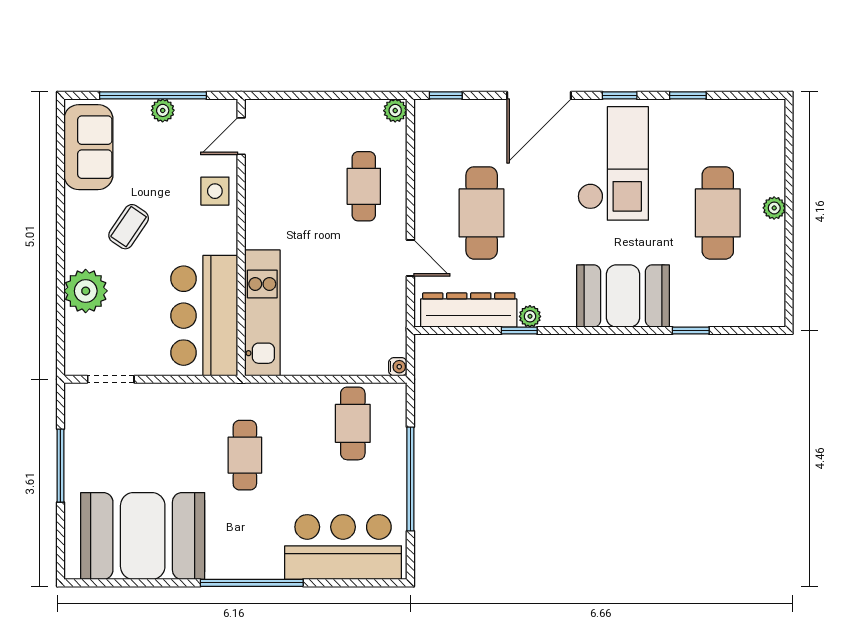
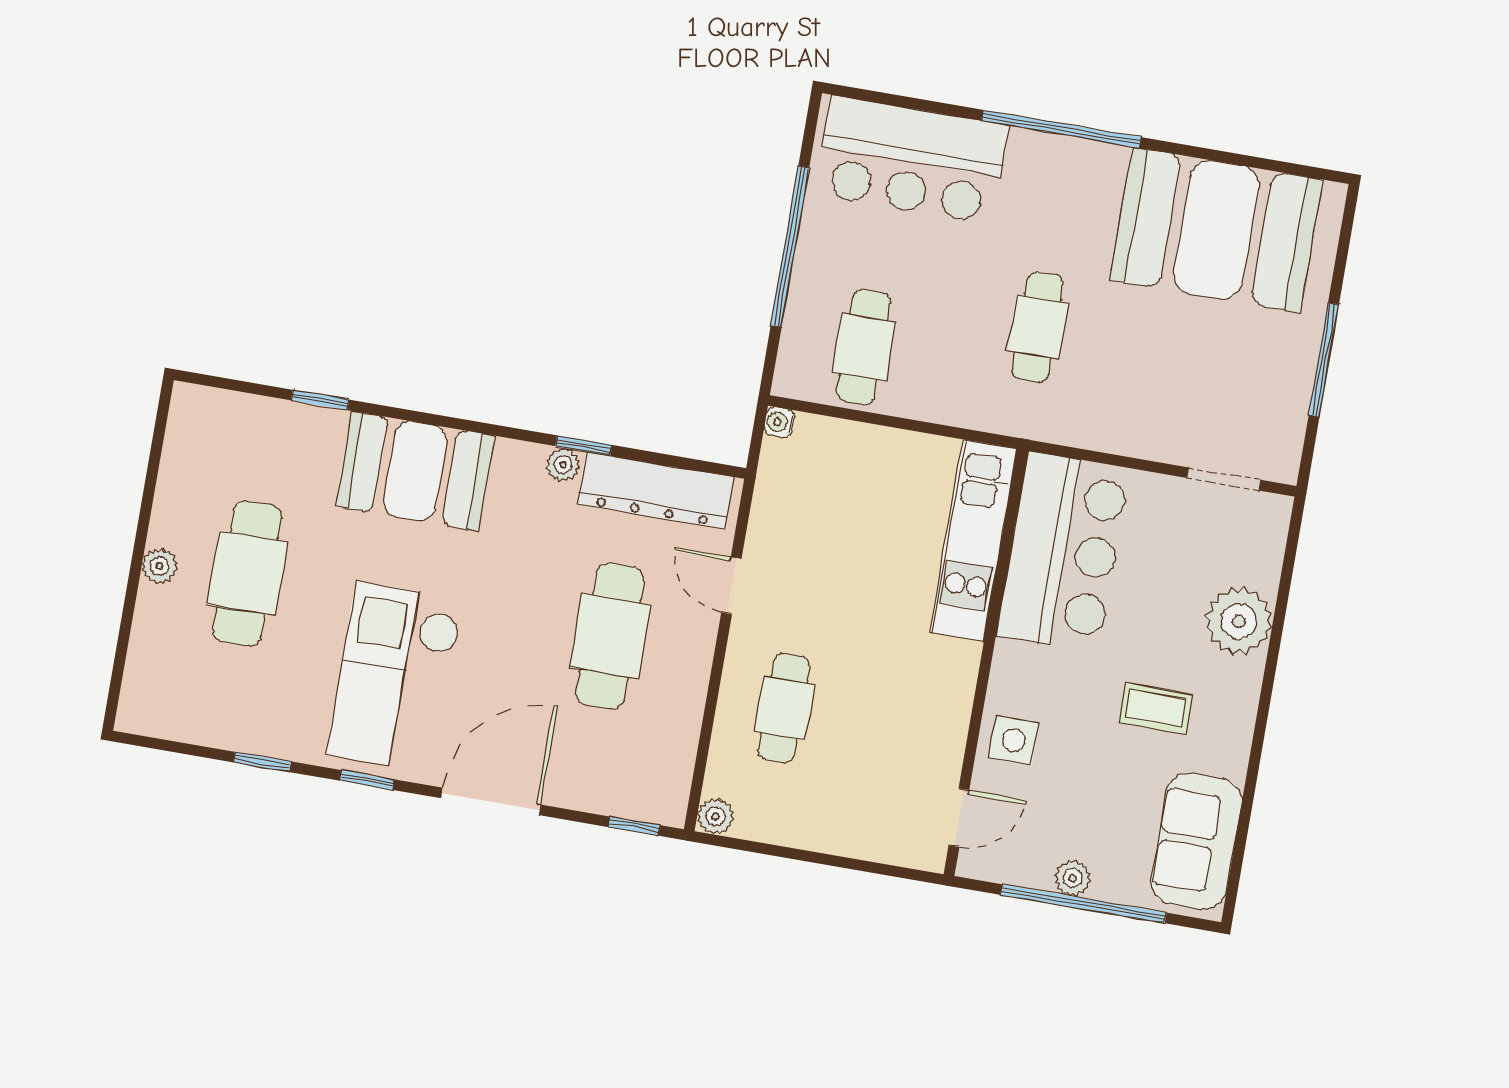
coffee table: (129, 227) -> (1156, 709), turned 56

